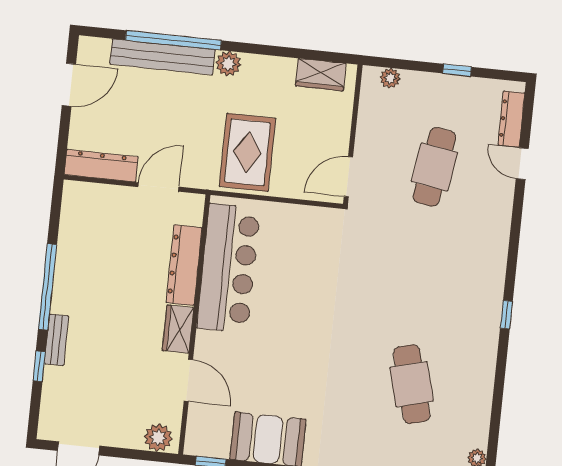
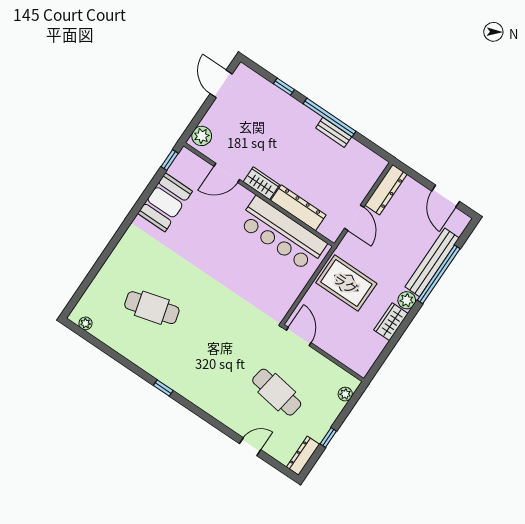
wardrobe: (321, 75) -> (391, 322), moved
dresser: (511, 119) -> (303, 456), moved, turned -90
bench: (56, 340) -> (334, 132), moved

